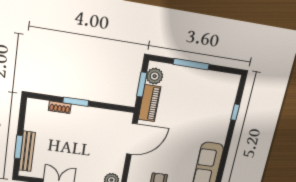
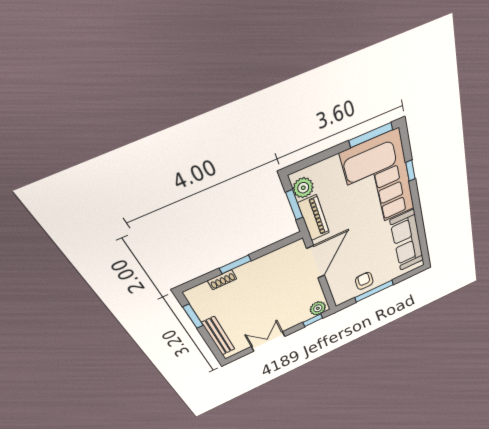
window: (191, 64) -> (371, 135), moved
corner sofa: (209, 106) -> (379, 182), added
window: (19, 147) -> (193, 316), moved

